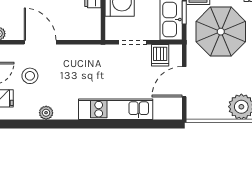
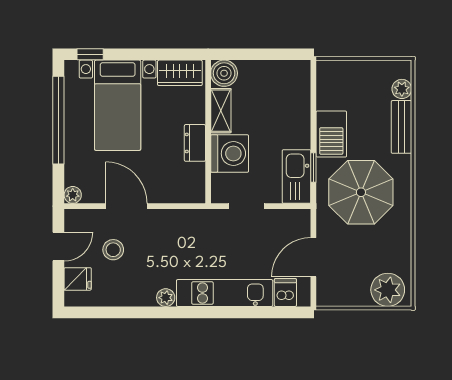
dishwasher: (160, 55) -> (285, 292), moved, turned 180
plant: (46, 113) -> (166, 298), moved

